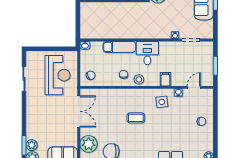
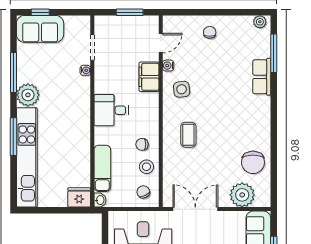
fridge: (87, 31) -> (79, 197), added
exam couch: (119, 47) -> (102, 168), moved
stool: (139, 79) -> (146, 167), moved
filing cabinet: (165, 79) -> (149, 77), width x2.00
door: (194, 87) -> (161, 43), swing flipped
coffee table: (136, 118) -> (188, 135), moved

